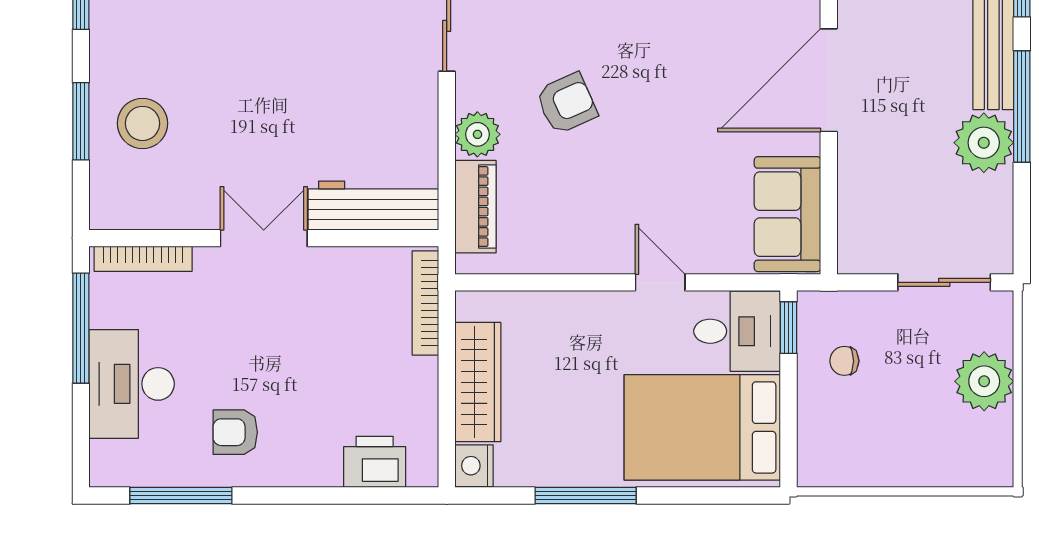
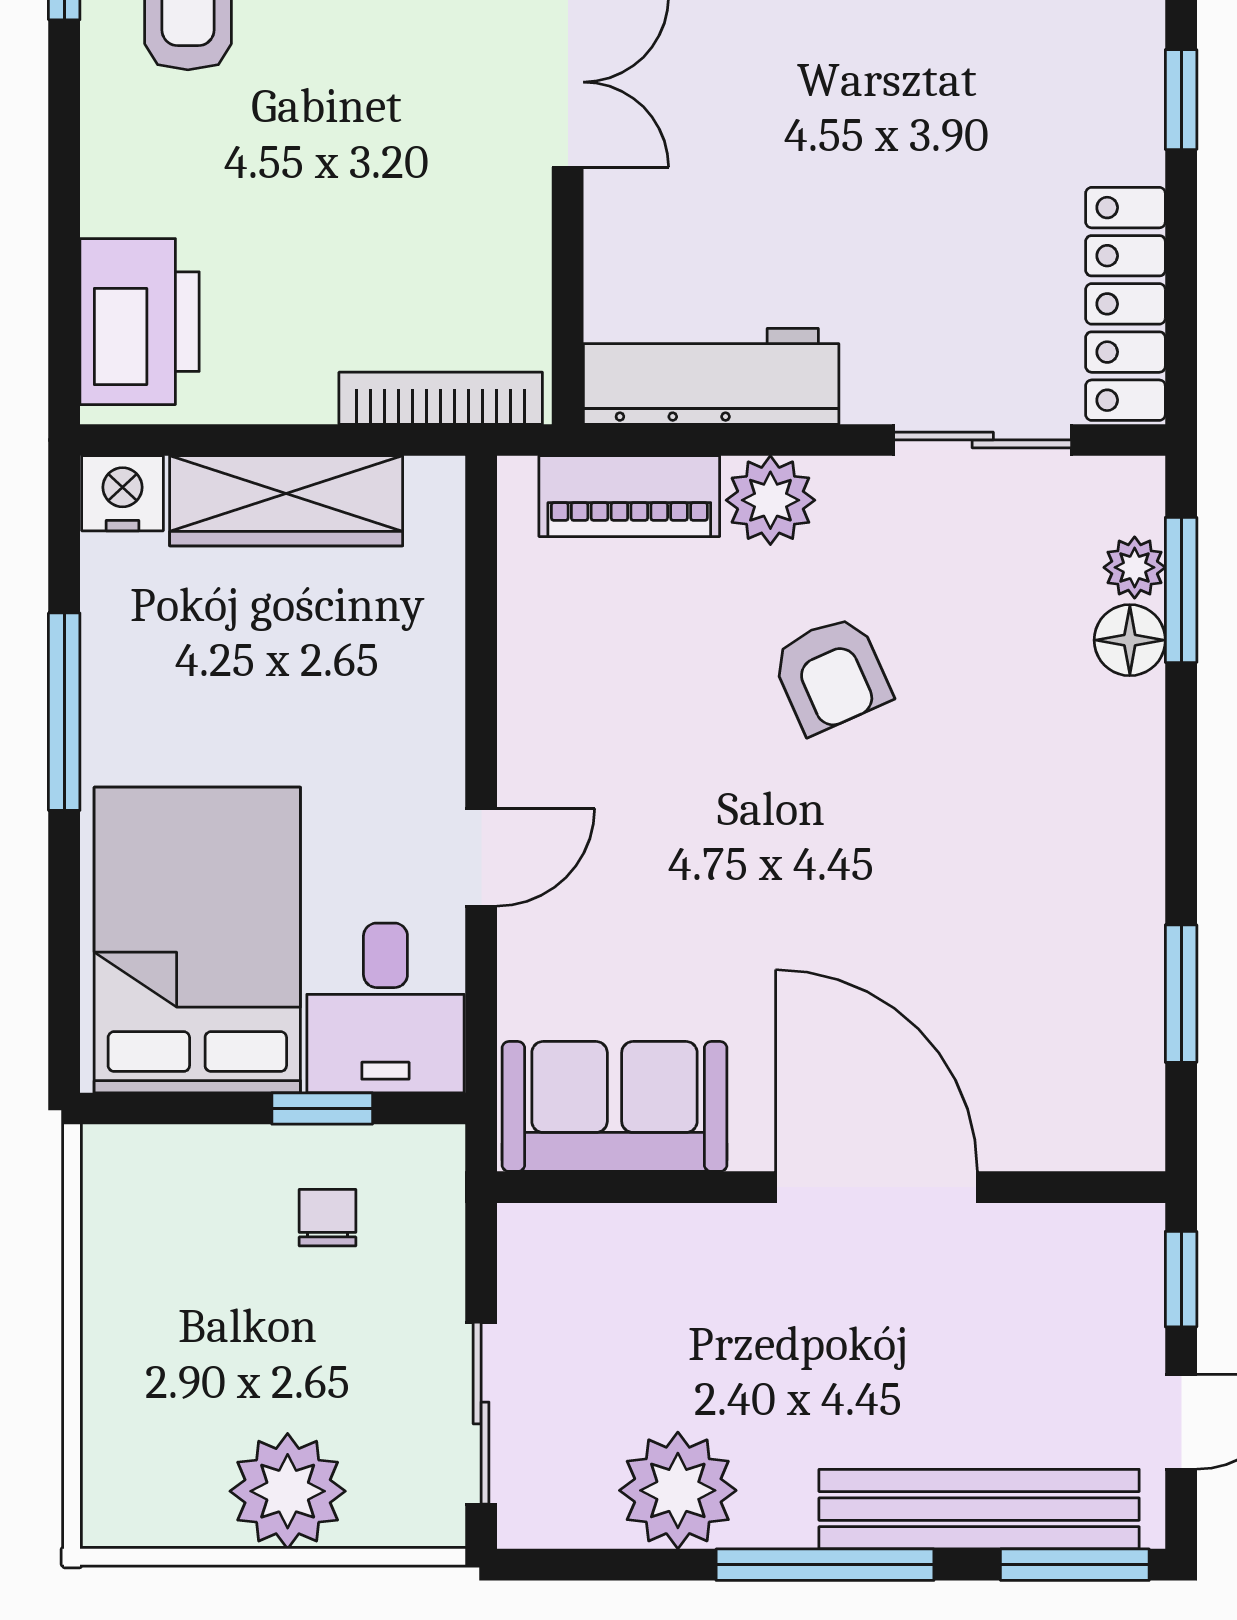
plant: (984, 143) -> (678, 1490), moved
workbench: (373, 206) -> (711, 376), moved, turned -90
window: (789, 328) -> (322, 1109), moved
printer: (375, 462) -> (140, 322), width x1.37, depth x1.19

